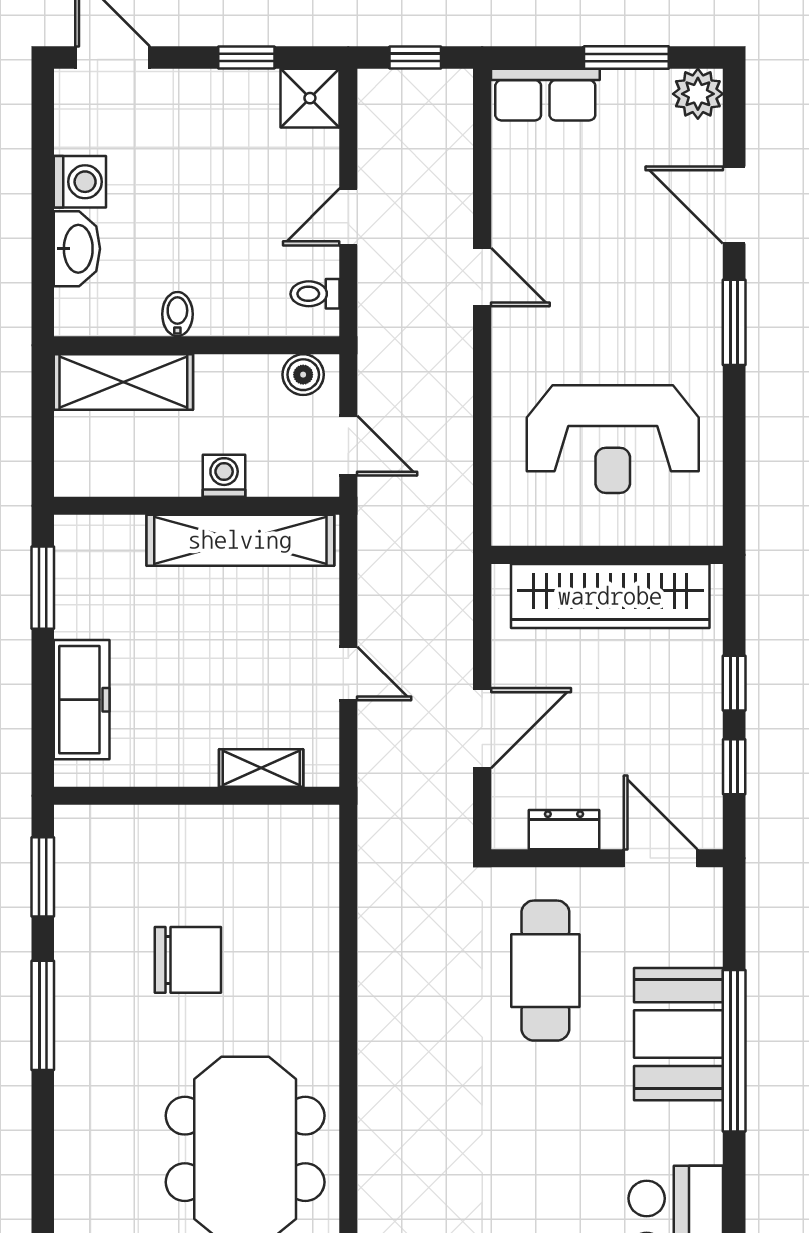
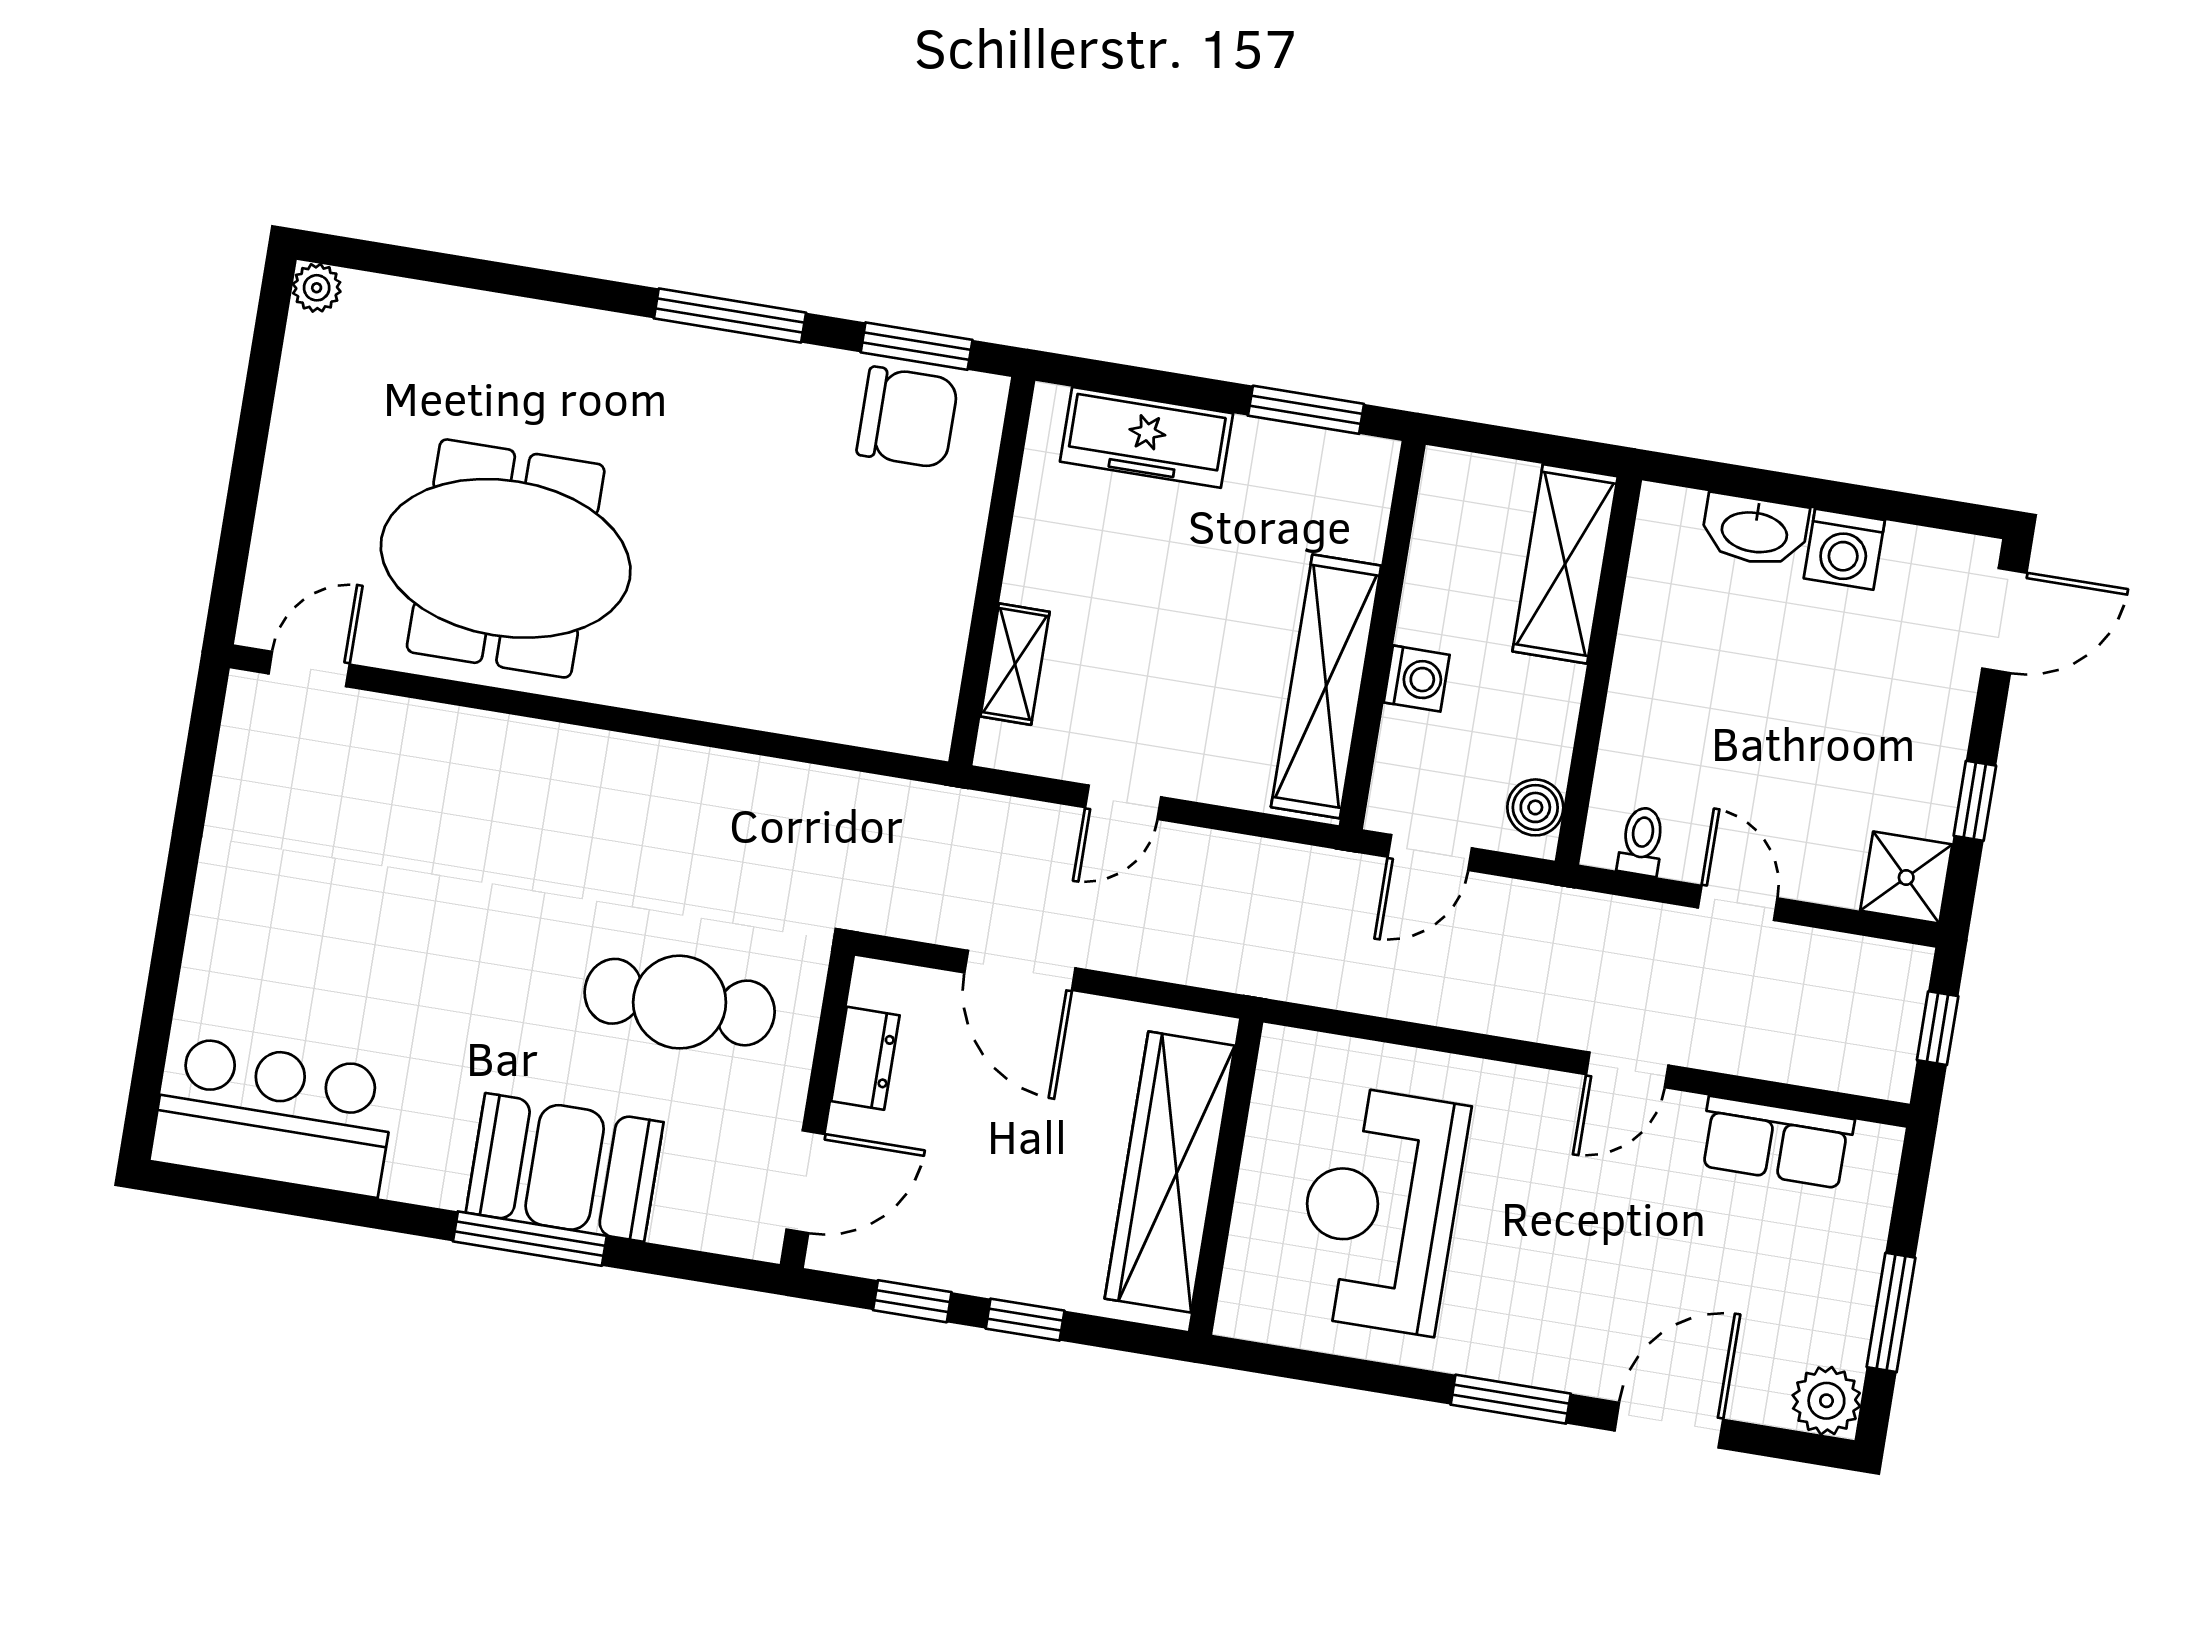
row of seats: (545, 95) -> (1776, 1142), moved, turned -90
bidet: (177, 314) -> (1645, 651), removed
chair: (188, 960) -> (907, 417), moved, turned -90
window: (734, 1051) -> (530, 1239), width x0.68

